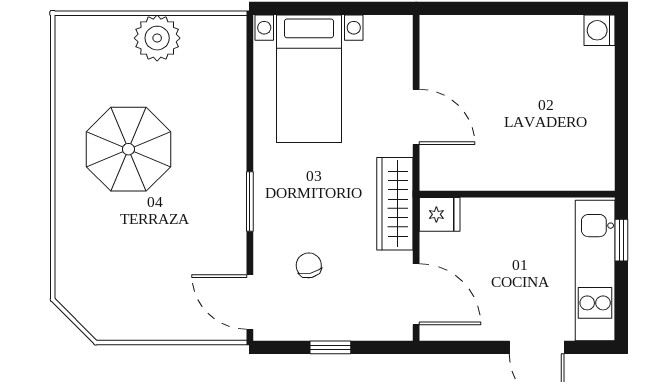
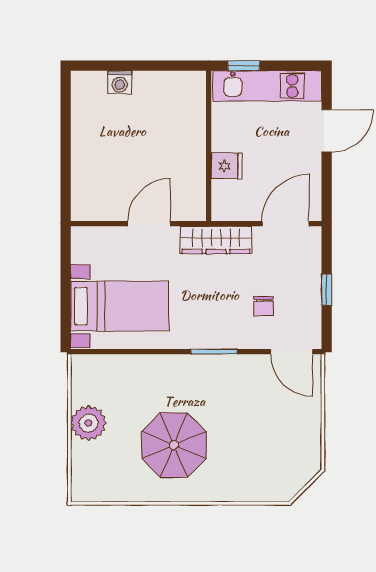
washing machine: (600, 30) -> (120, 82), moved
fridge: (440, 214) -> (227, 166), moved, turned 90
chair: (309, 265) -> (263, 306), turned -77
door: (250, 302) -> (292, 352), hinge flipped

